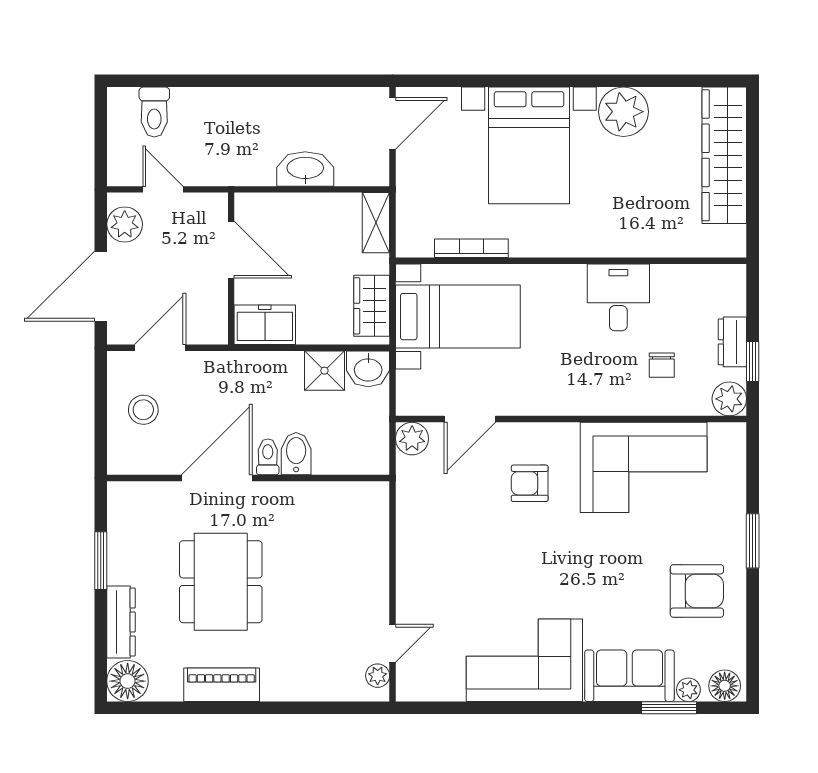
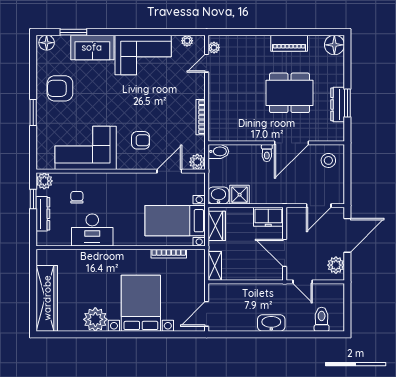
washbasin: (305, 169) -> (271, 323), moved, turned 180
door: (163, 189) -> (303, 282), moved
desk: (618, 297) -> (92, 230), width x1.37
dresser: (732, 342) -> (43, 214), width x1.44
stool: (143, 410) -> (328, 160), moved
bidet: (296, 454) -> (218, 151), moved, turned -90
bookcase: (405, 531) -> (201, 117), added
dining table: (221, 582) -> (289, 93), turned 90
dresser: (121, 622) -> (338, 104), moved
plant: (688, 690) -> (187, 41), moved

